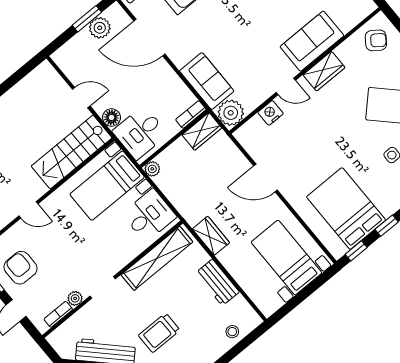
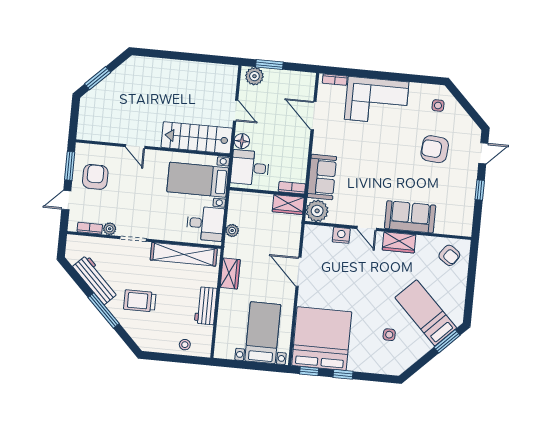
window: (87, 19) -> (269, 65), moved
plant: (100, 28) -> (254, 76), moved
door: (149, 38) -> (314, 116), width x0.73
plant: (152, 169) -> (232, 231), moved
bed: (346, 208) -> (322, 339), width x1.36

